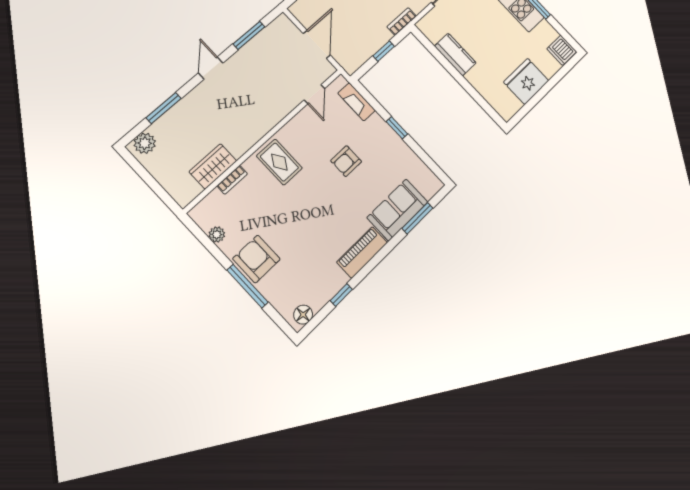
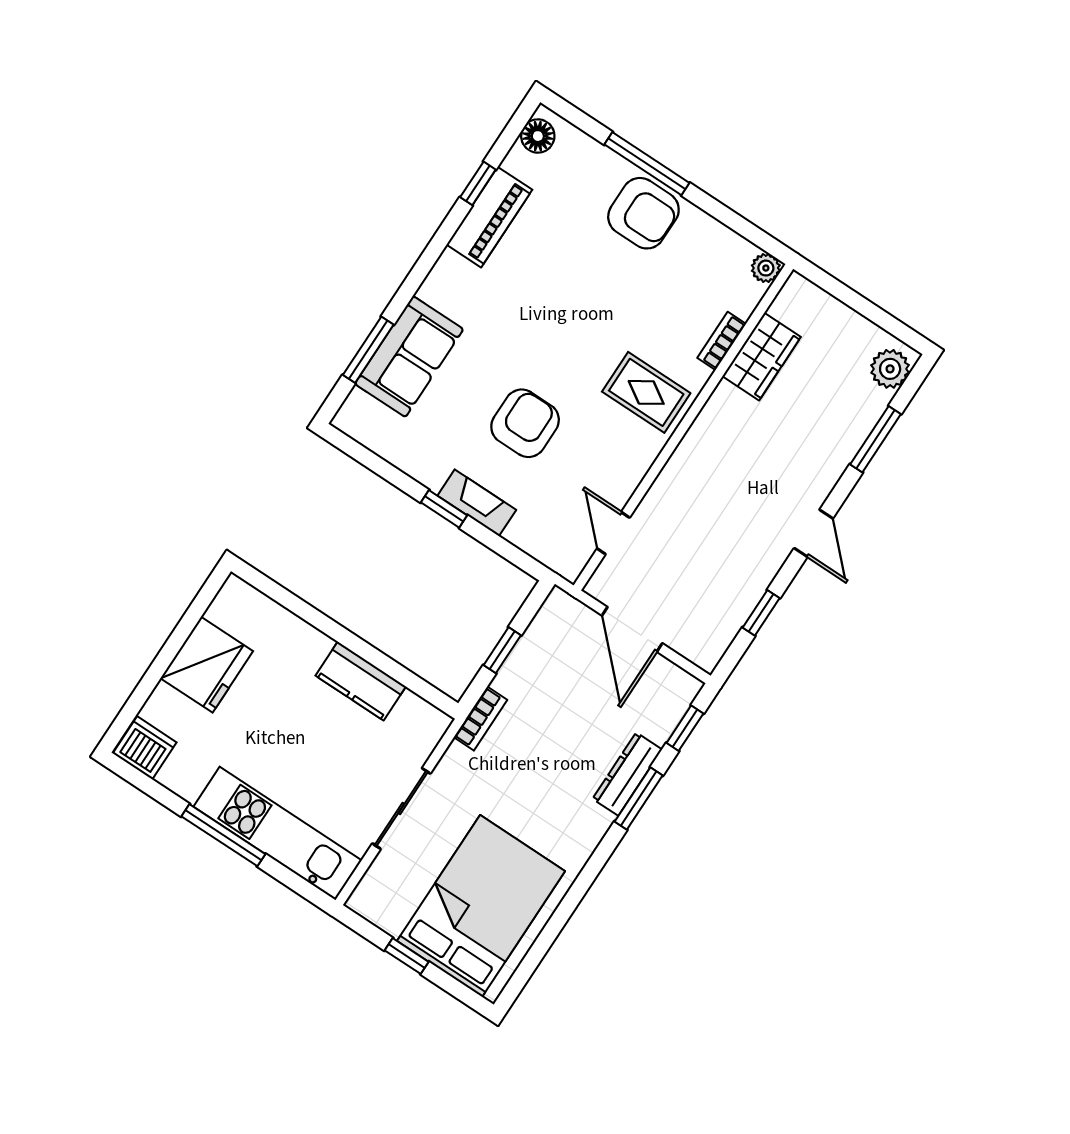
window: (249, 35) -> (761, 613), width x0.67
fireplace: (357, 102) -> (477, 503), moved
armchair: (346, 161) -> (525, 423), width x1.38, depth x1.38
plant: (217, 234) -> (766, 268), moved
piano: (362, 252) -> (489, 217), moved

